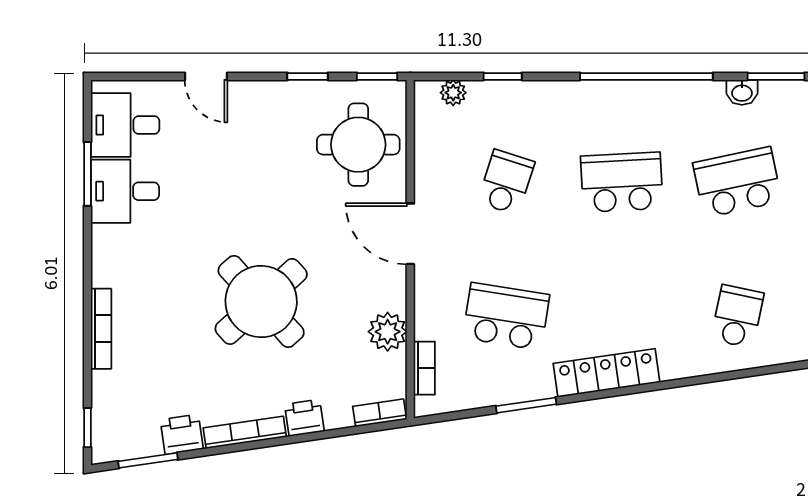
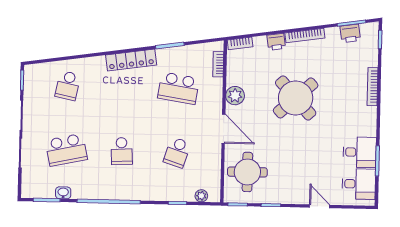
school desk: (622, 182) -> (122, 151), width x0.54
plant: (388, 332) -> (235, 96), moved
printer: (182, 434) -> (350, 33), moved

